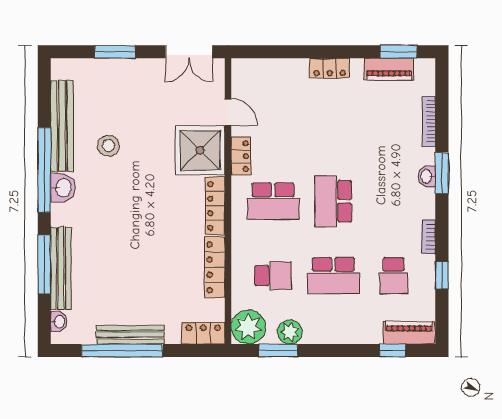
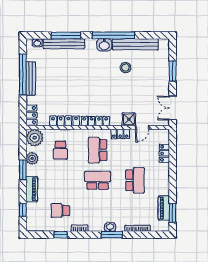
locker: (330, 68) -> (164, 153), moved
shower: (200, 150) -> (129, 119), width x0.54, depth x0.54
school desk: (333, 276) -> (135, 180), moved, turned 180
piano: (409, 333) -> (32, 189), moved
window: (278, 351) -> (23, 170), moved

